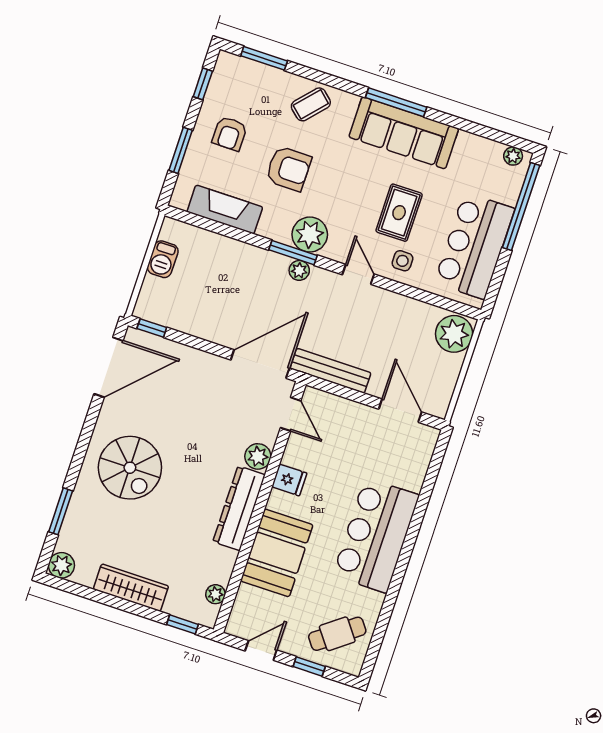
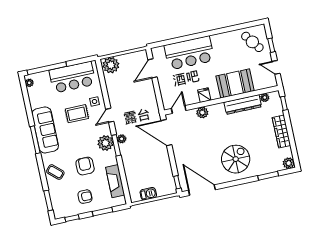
bench: (330, 371) -> (153, 104), removed
dresser: (239, 508) -> (243, 105), moved
bar counter: (376, 535) -> (189, 53), moved

